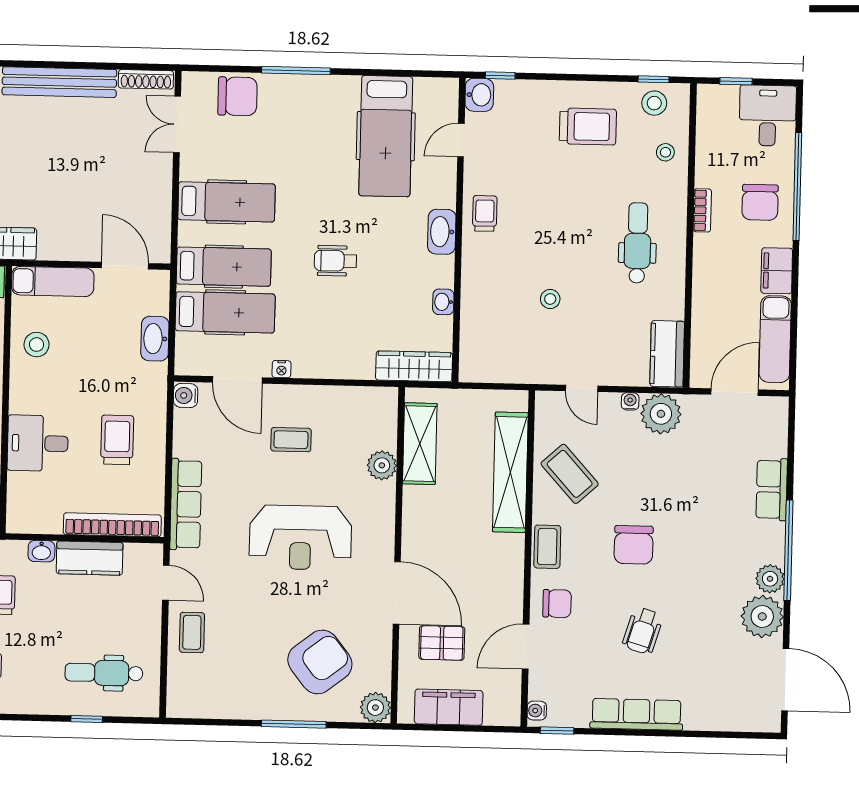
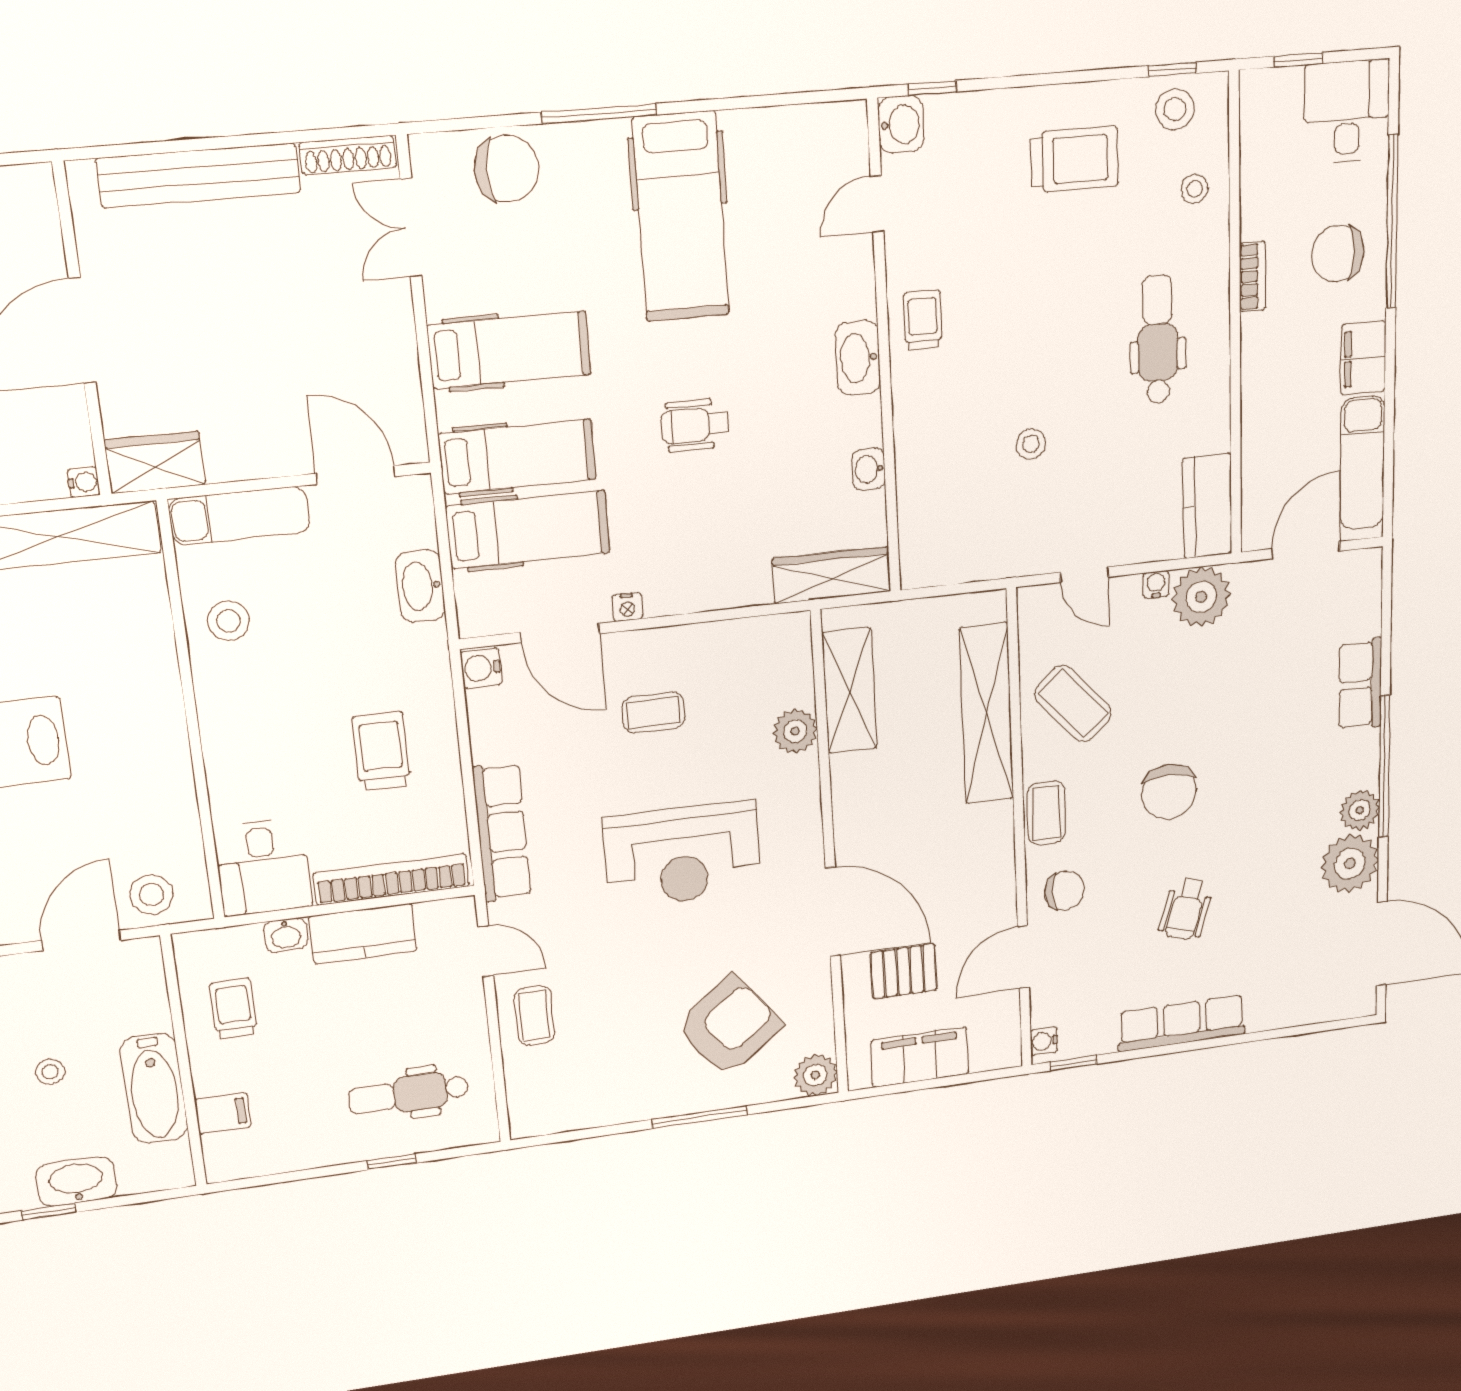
hospital bed: (386, 136) -> (681, 217), moved
chair: (760, 202) -> (1338, 253), turned 90
desk: (38, 443) -> (263, 867), moved, turned -90

